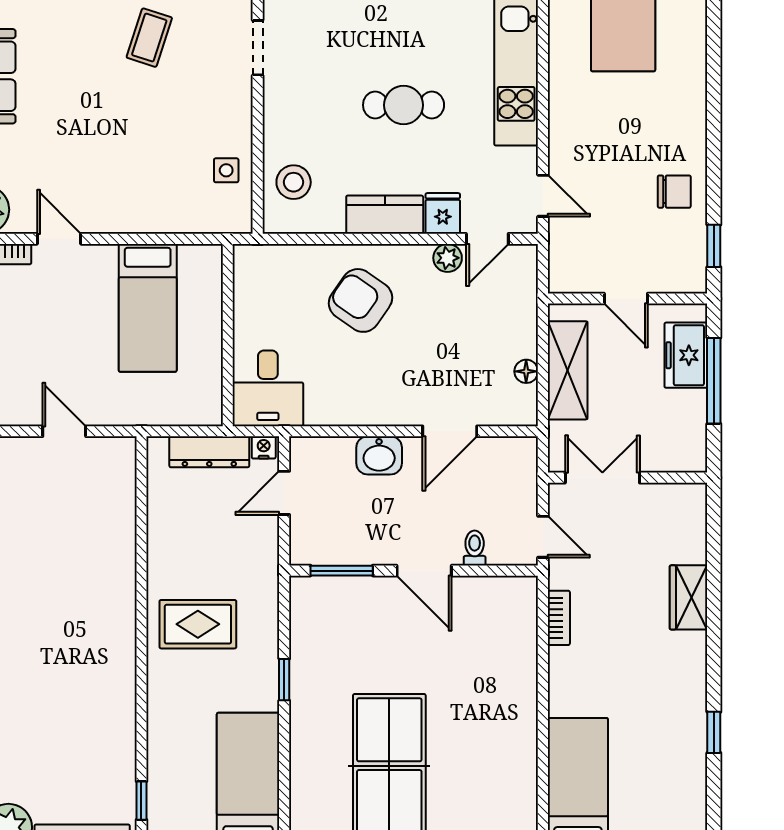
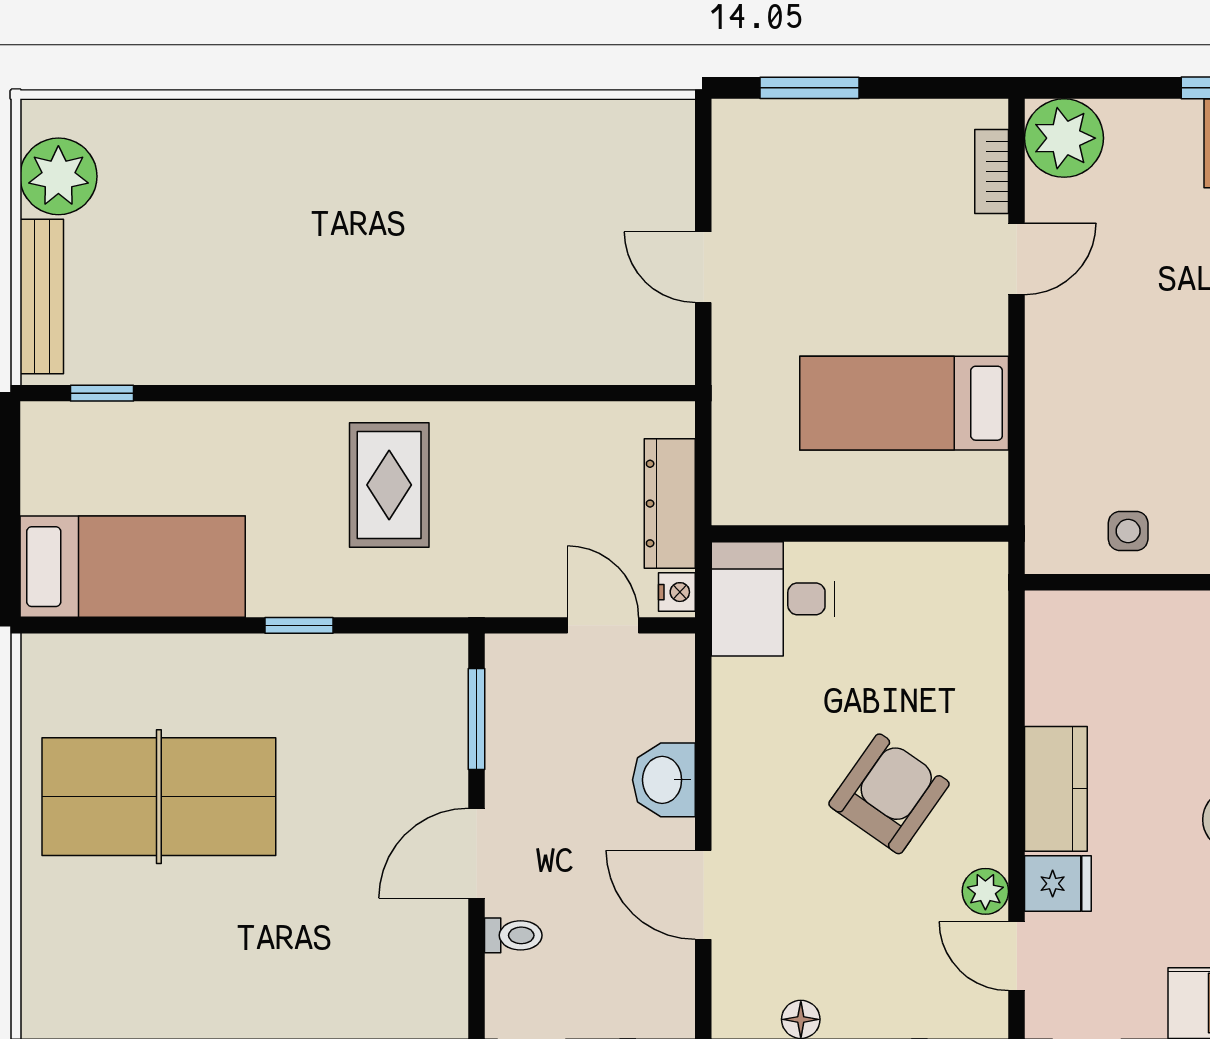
stool: (294, 182) -> (1109, 641), removed
armchair: (361, 300) -> (889, 794), moved
door: (64, 431) -> (703, 267), swing flipped

